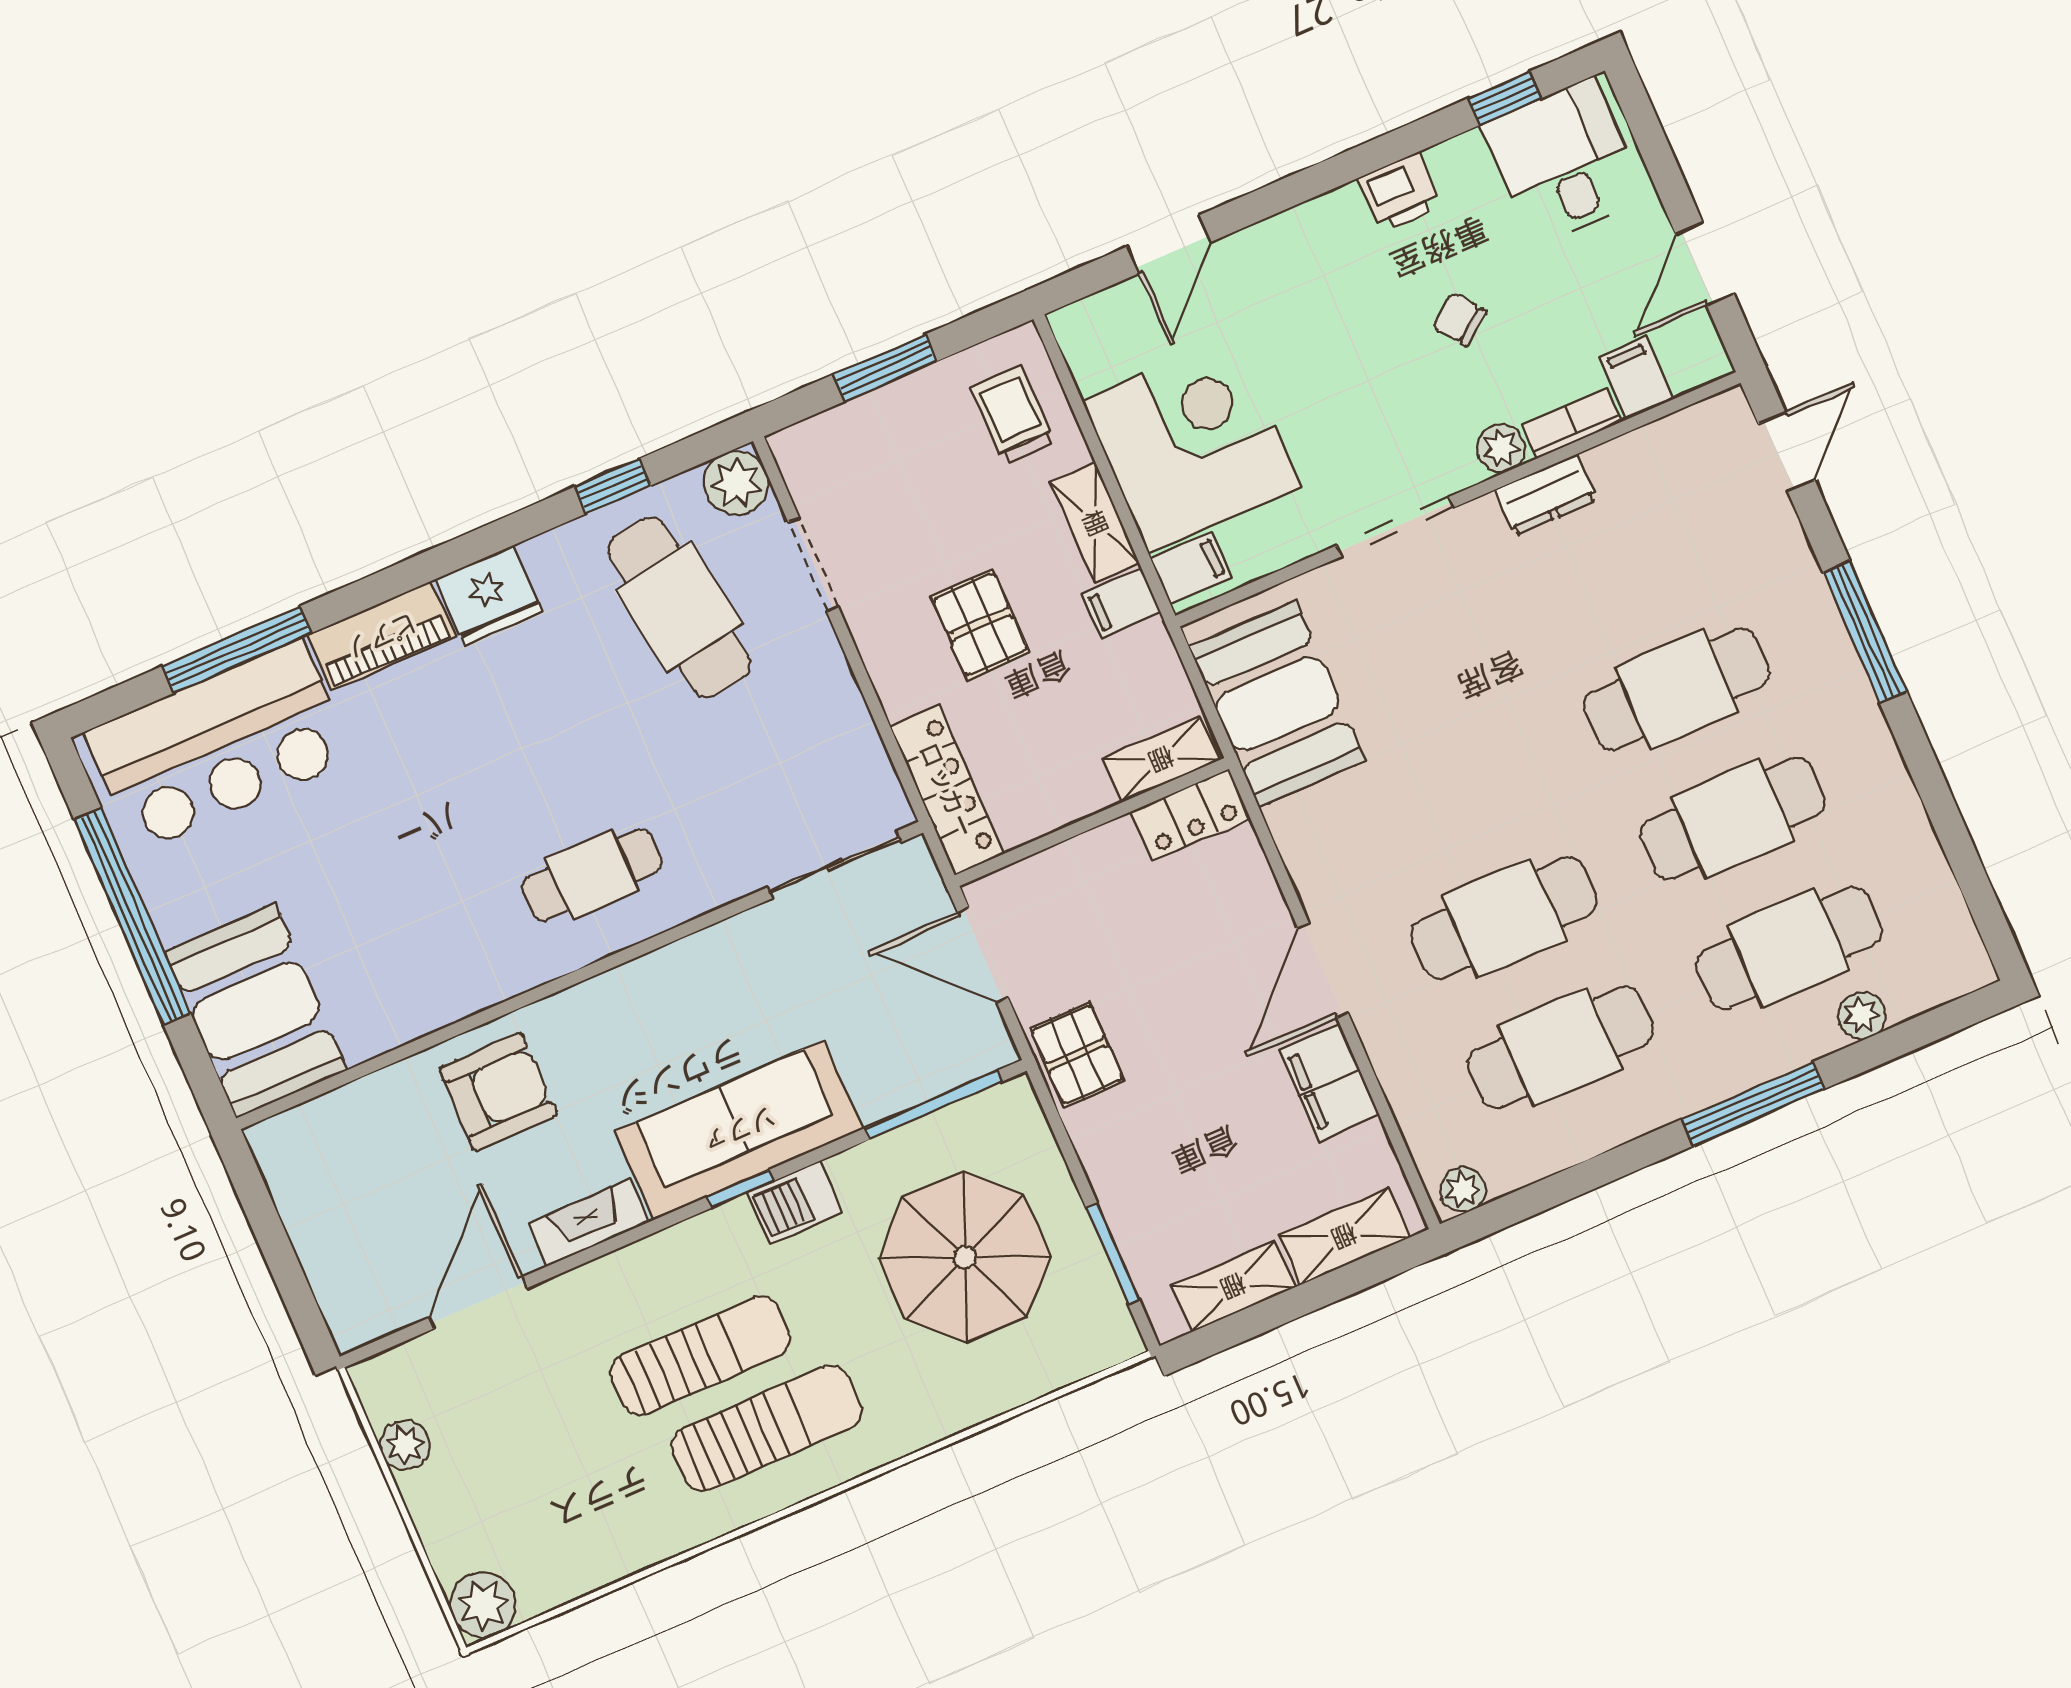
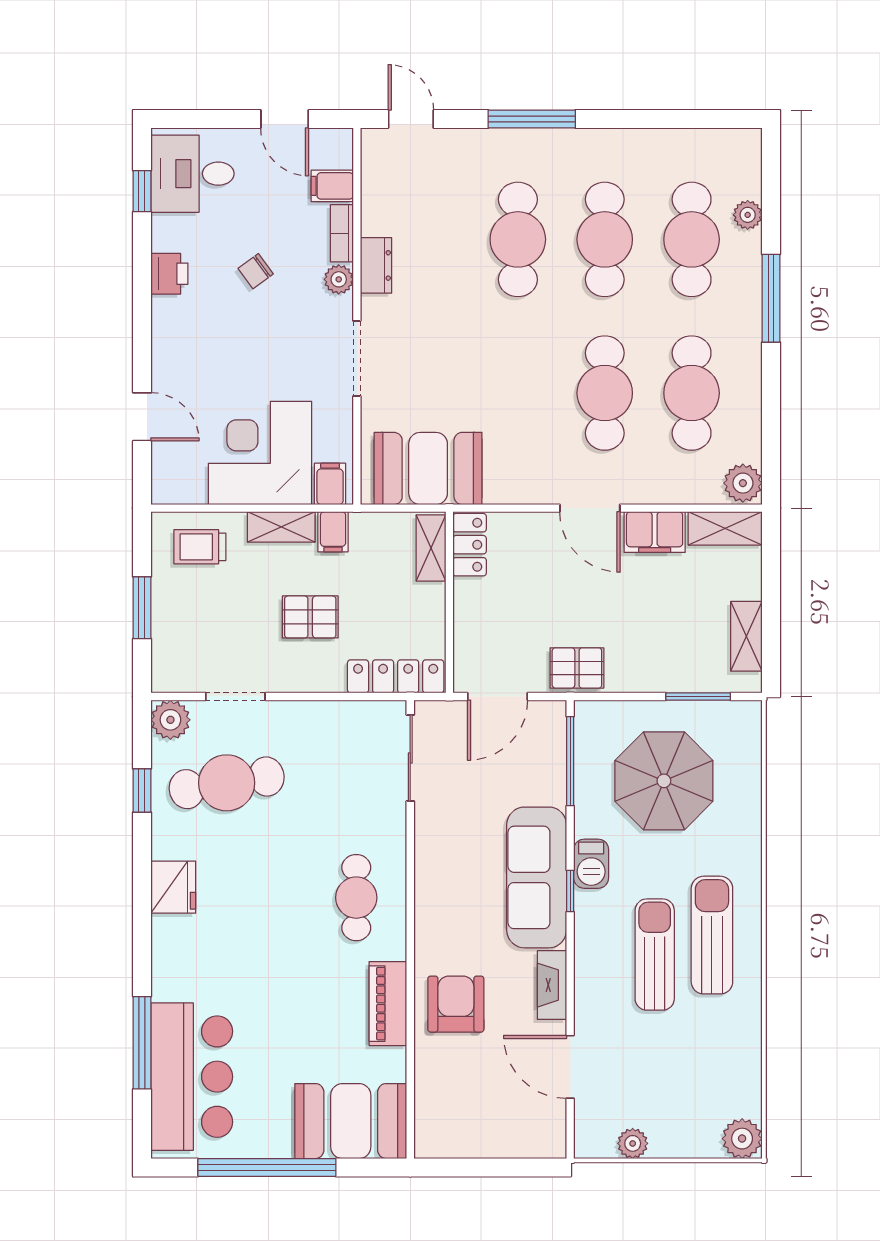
piano: (381, 636) -> (388, 1004), moved, turned 180
plant: (1463, 1190) -> (743, 483), width x1.38, depth x1.38
shelving: (1344, 1236) -> (725, 528), moved, turned 90

